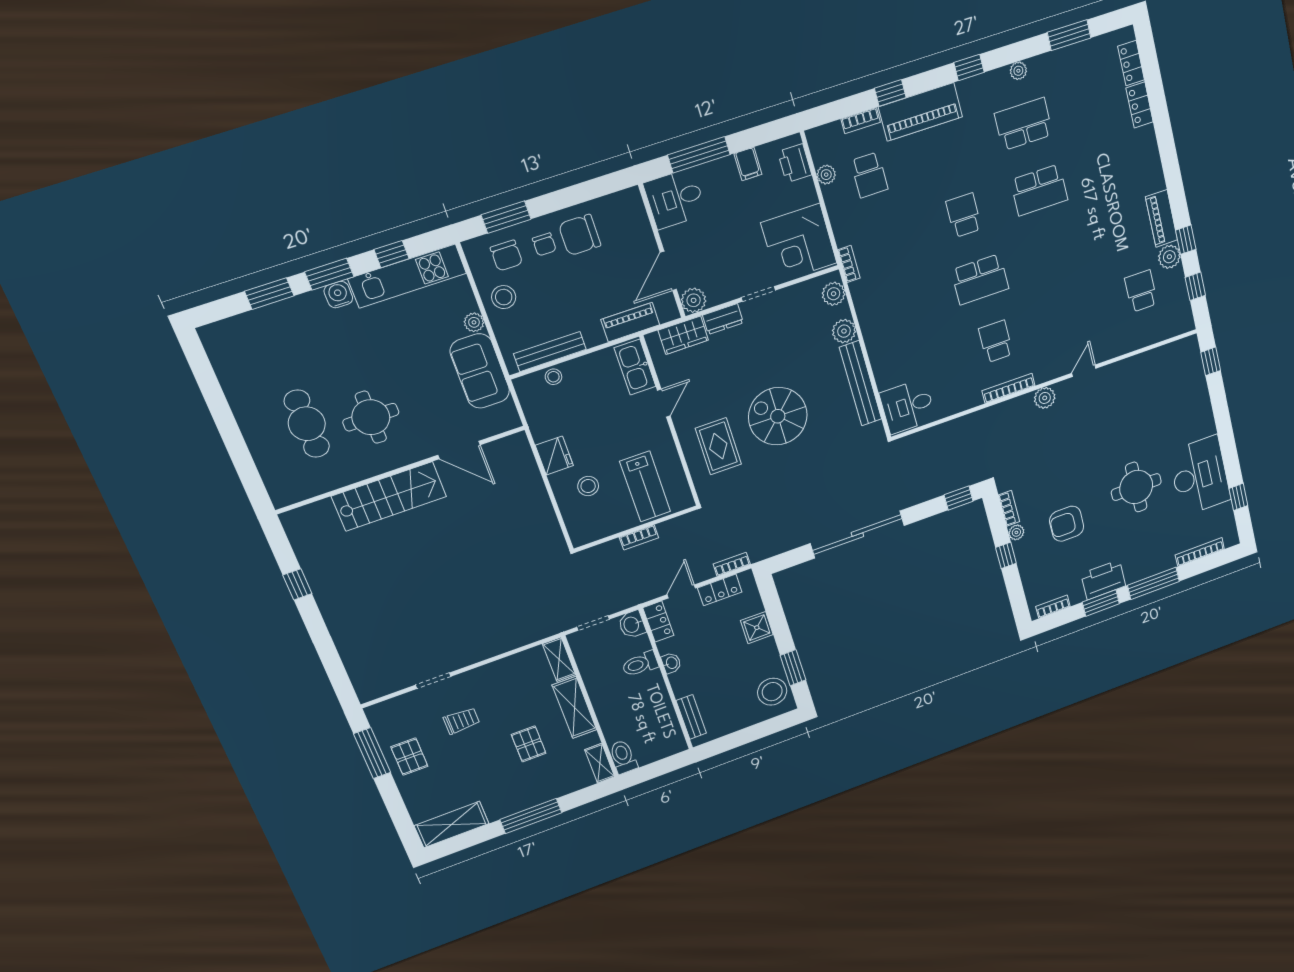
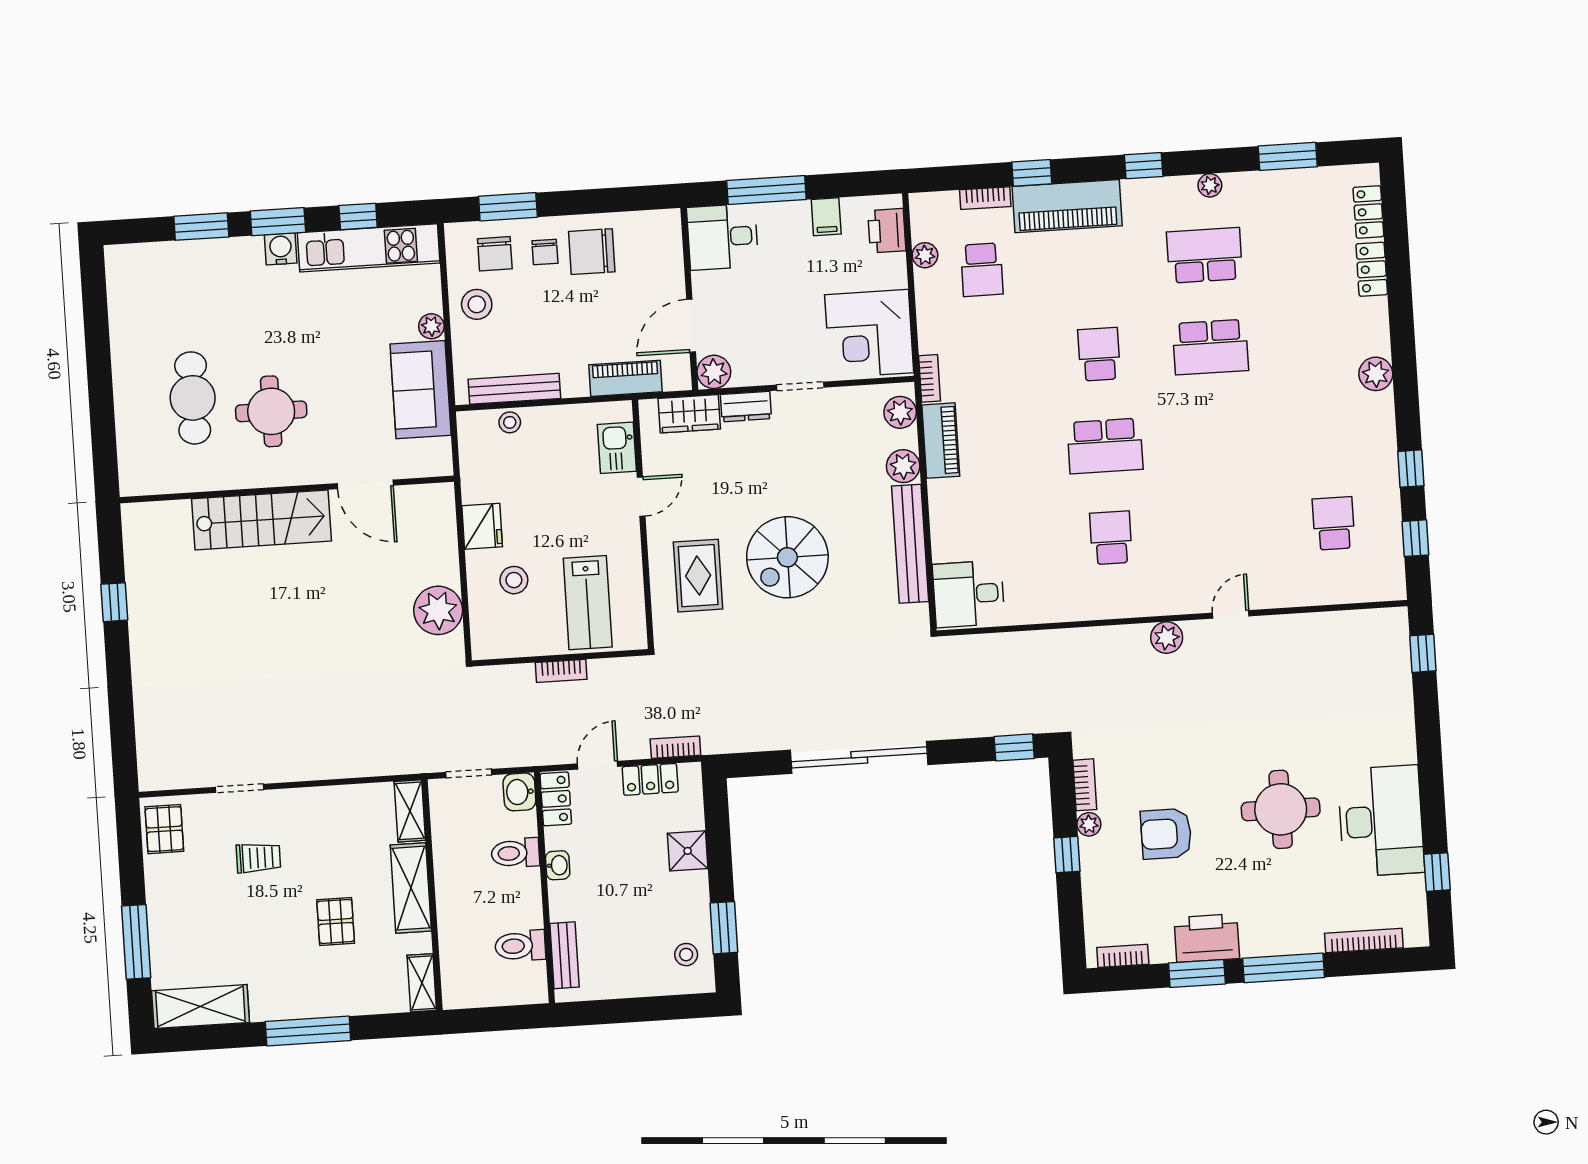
piano: (1162, 218) -> (941, 441), moved, turned 180
plant: (1169, 257) -> (1376, 374), moved
kitchen sink: (635, 367) -> (617, 448), width x0.73
bookcase: (1009, 388) -> (1117, 609), removed
spiral stairs: (778, 416) -> (787, 557), turned -90
plant: (539, 522) -> (438, 610), added
stool: (772, 692) -> (686, 955), width x0.53, depth x0.53
window: (372, 753) -> (136, 942), moved
pallet: (409, 757) -> (164, 829), moved
toilet: (623, 757) -> (520, 946), moved, turned -90

